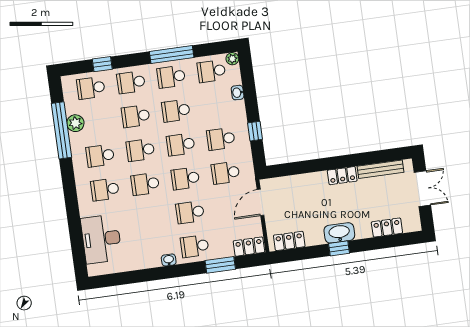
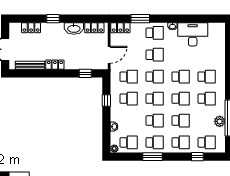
window: (172, 54) -> (153, 157), width x0.69
window: (293, 169) -> (85, 73), added
washbasin: (339, 233) -> (74, 29), moved
desk: (101, 239) -> (193, 34), moved, turned -90
window: (339, 248) -> (53, 19), moved

